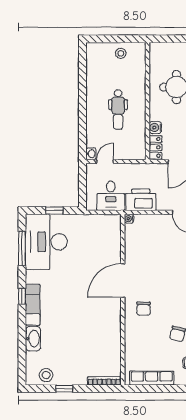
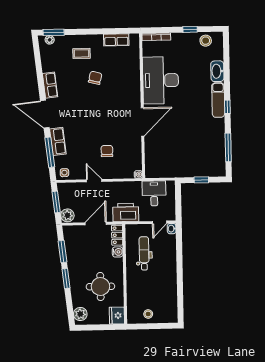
fridge: (158, 52) -> (117, 316), added
dental chair: (118, 110) -> (144, 253), moved
printer: (141, 200) -> (126, 212), moved, turned 180
desk: (46, 242) -> (161, 80), moved, turned 180
chair: (143, 309) -> (107, 151), moved
row of seats: (152, 378) -> (116, 40), width x0.68

